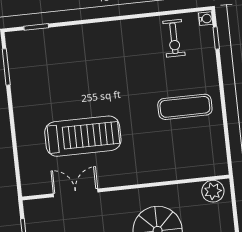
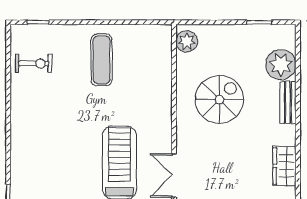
water cooler: (206, 19) -> (18, 31), removed

